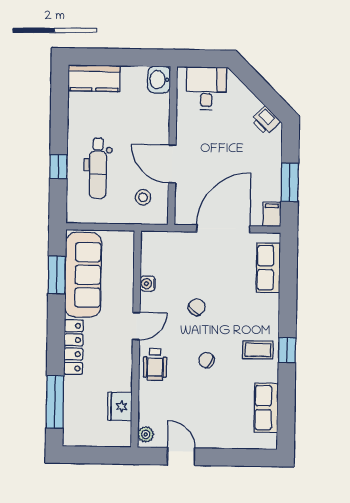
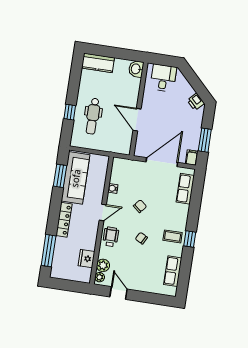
stool: (143, 197) -> (117, 137), removed
wheelchair: (155, 365) -> (111, 237), turned 180
plant: (149, 414) -> (103, 265), added

